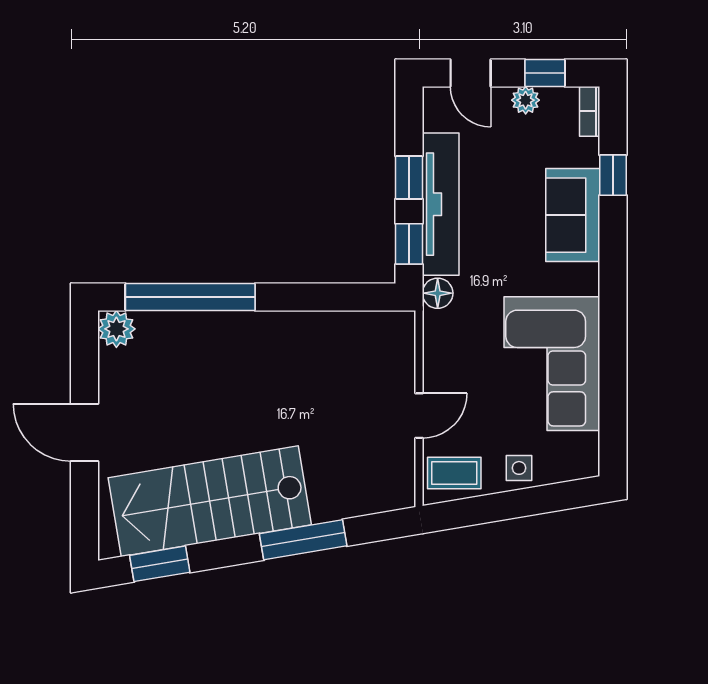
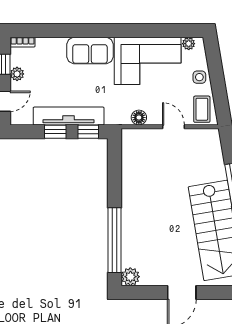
window: (613, 175) -> (54, 31), removed
sofa: (573, 215) -> (90, 51), moved
floor lamp: (438, 293) -> (139, 118), moved
plant: (587, 446) -> (189, 44), added

